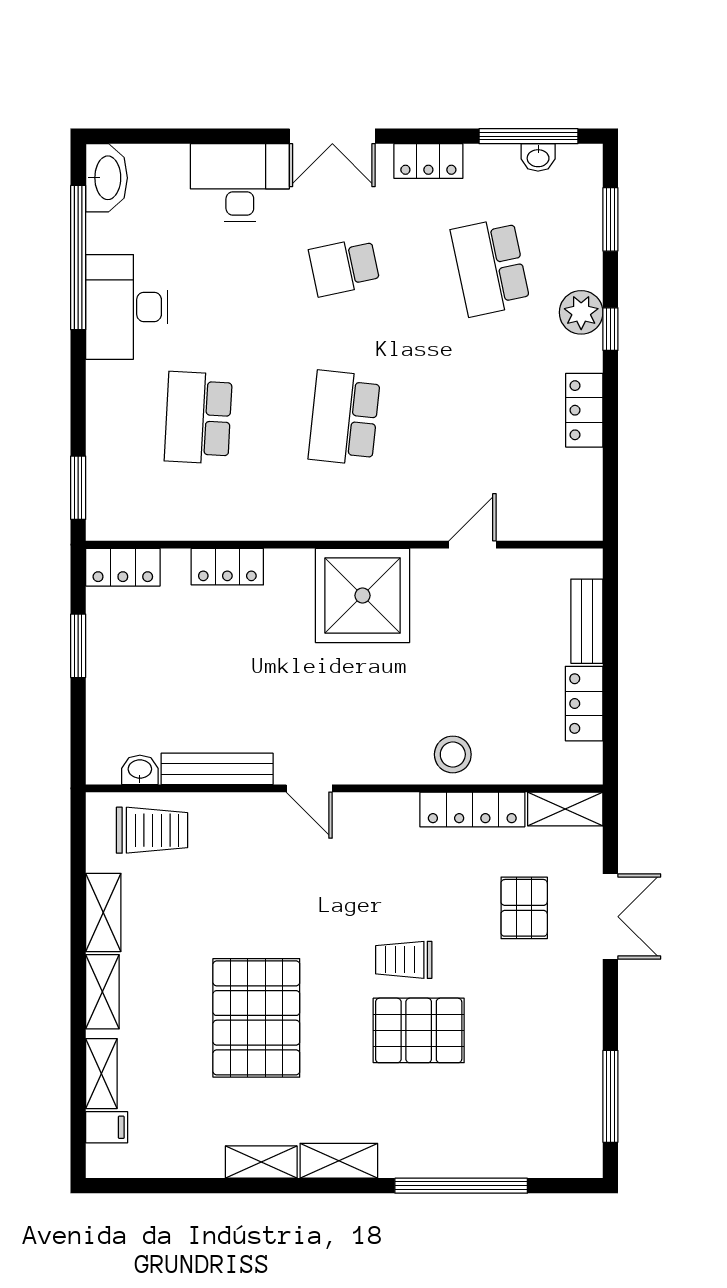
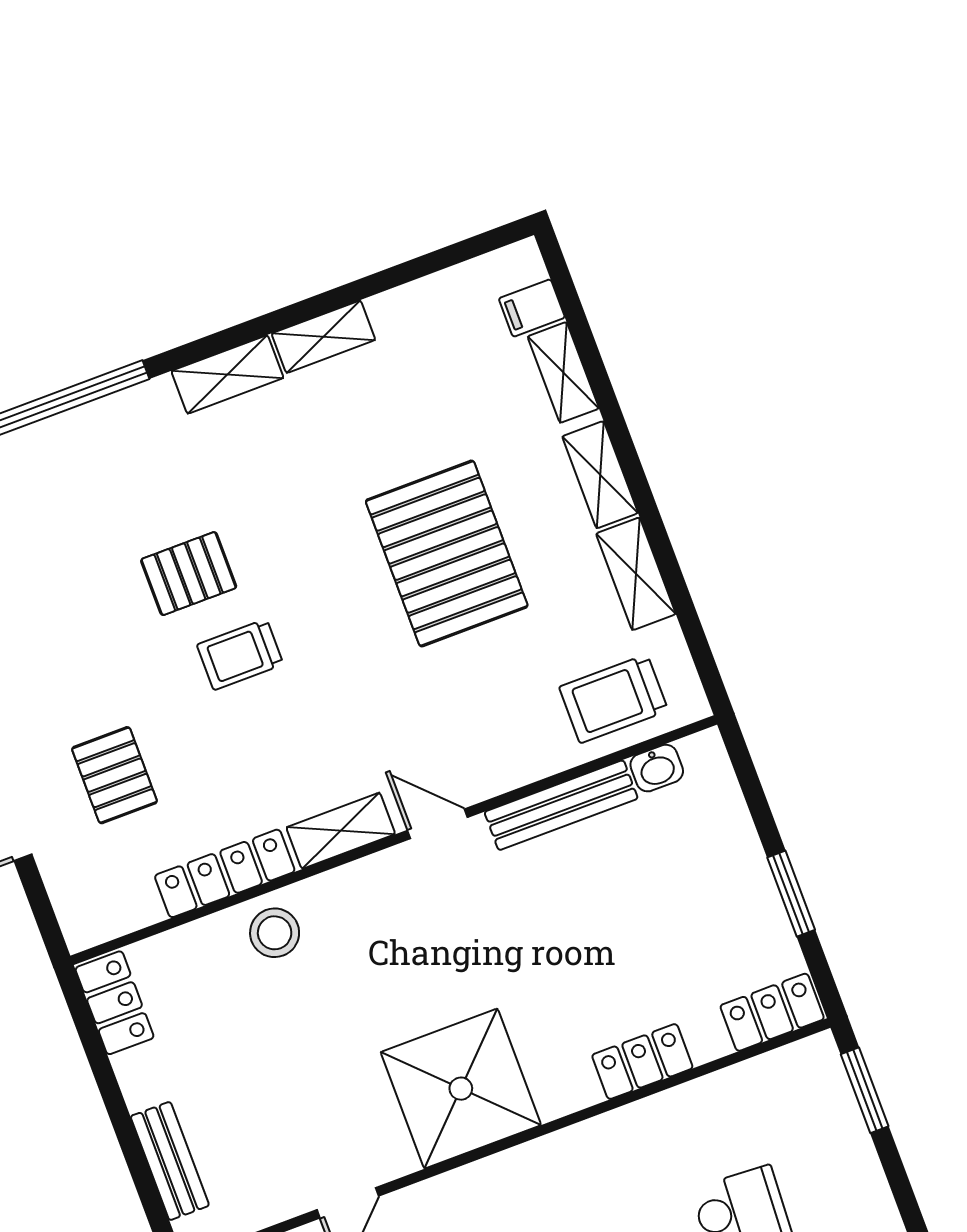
locker: (584, 704) -> (115, 1003), moved
shelving: (565, 809) -> (341, 831), moved
trolley: (404, 960) -> (240, 655), turned 180
pallet: (256, 1018) -> (447, 553), moved
pallet: (419, 1030) -> (189, 574), width x0.67, depth x0.71

